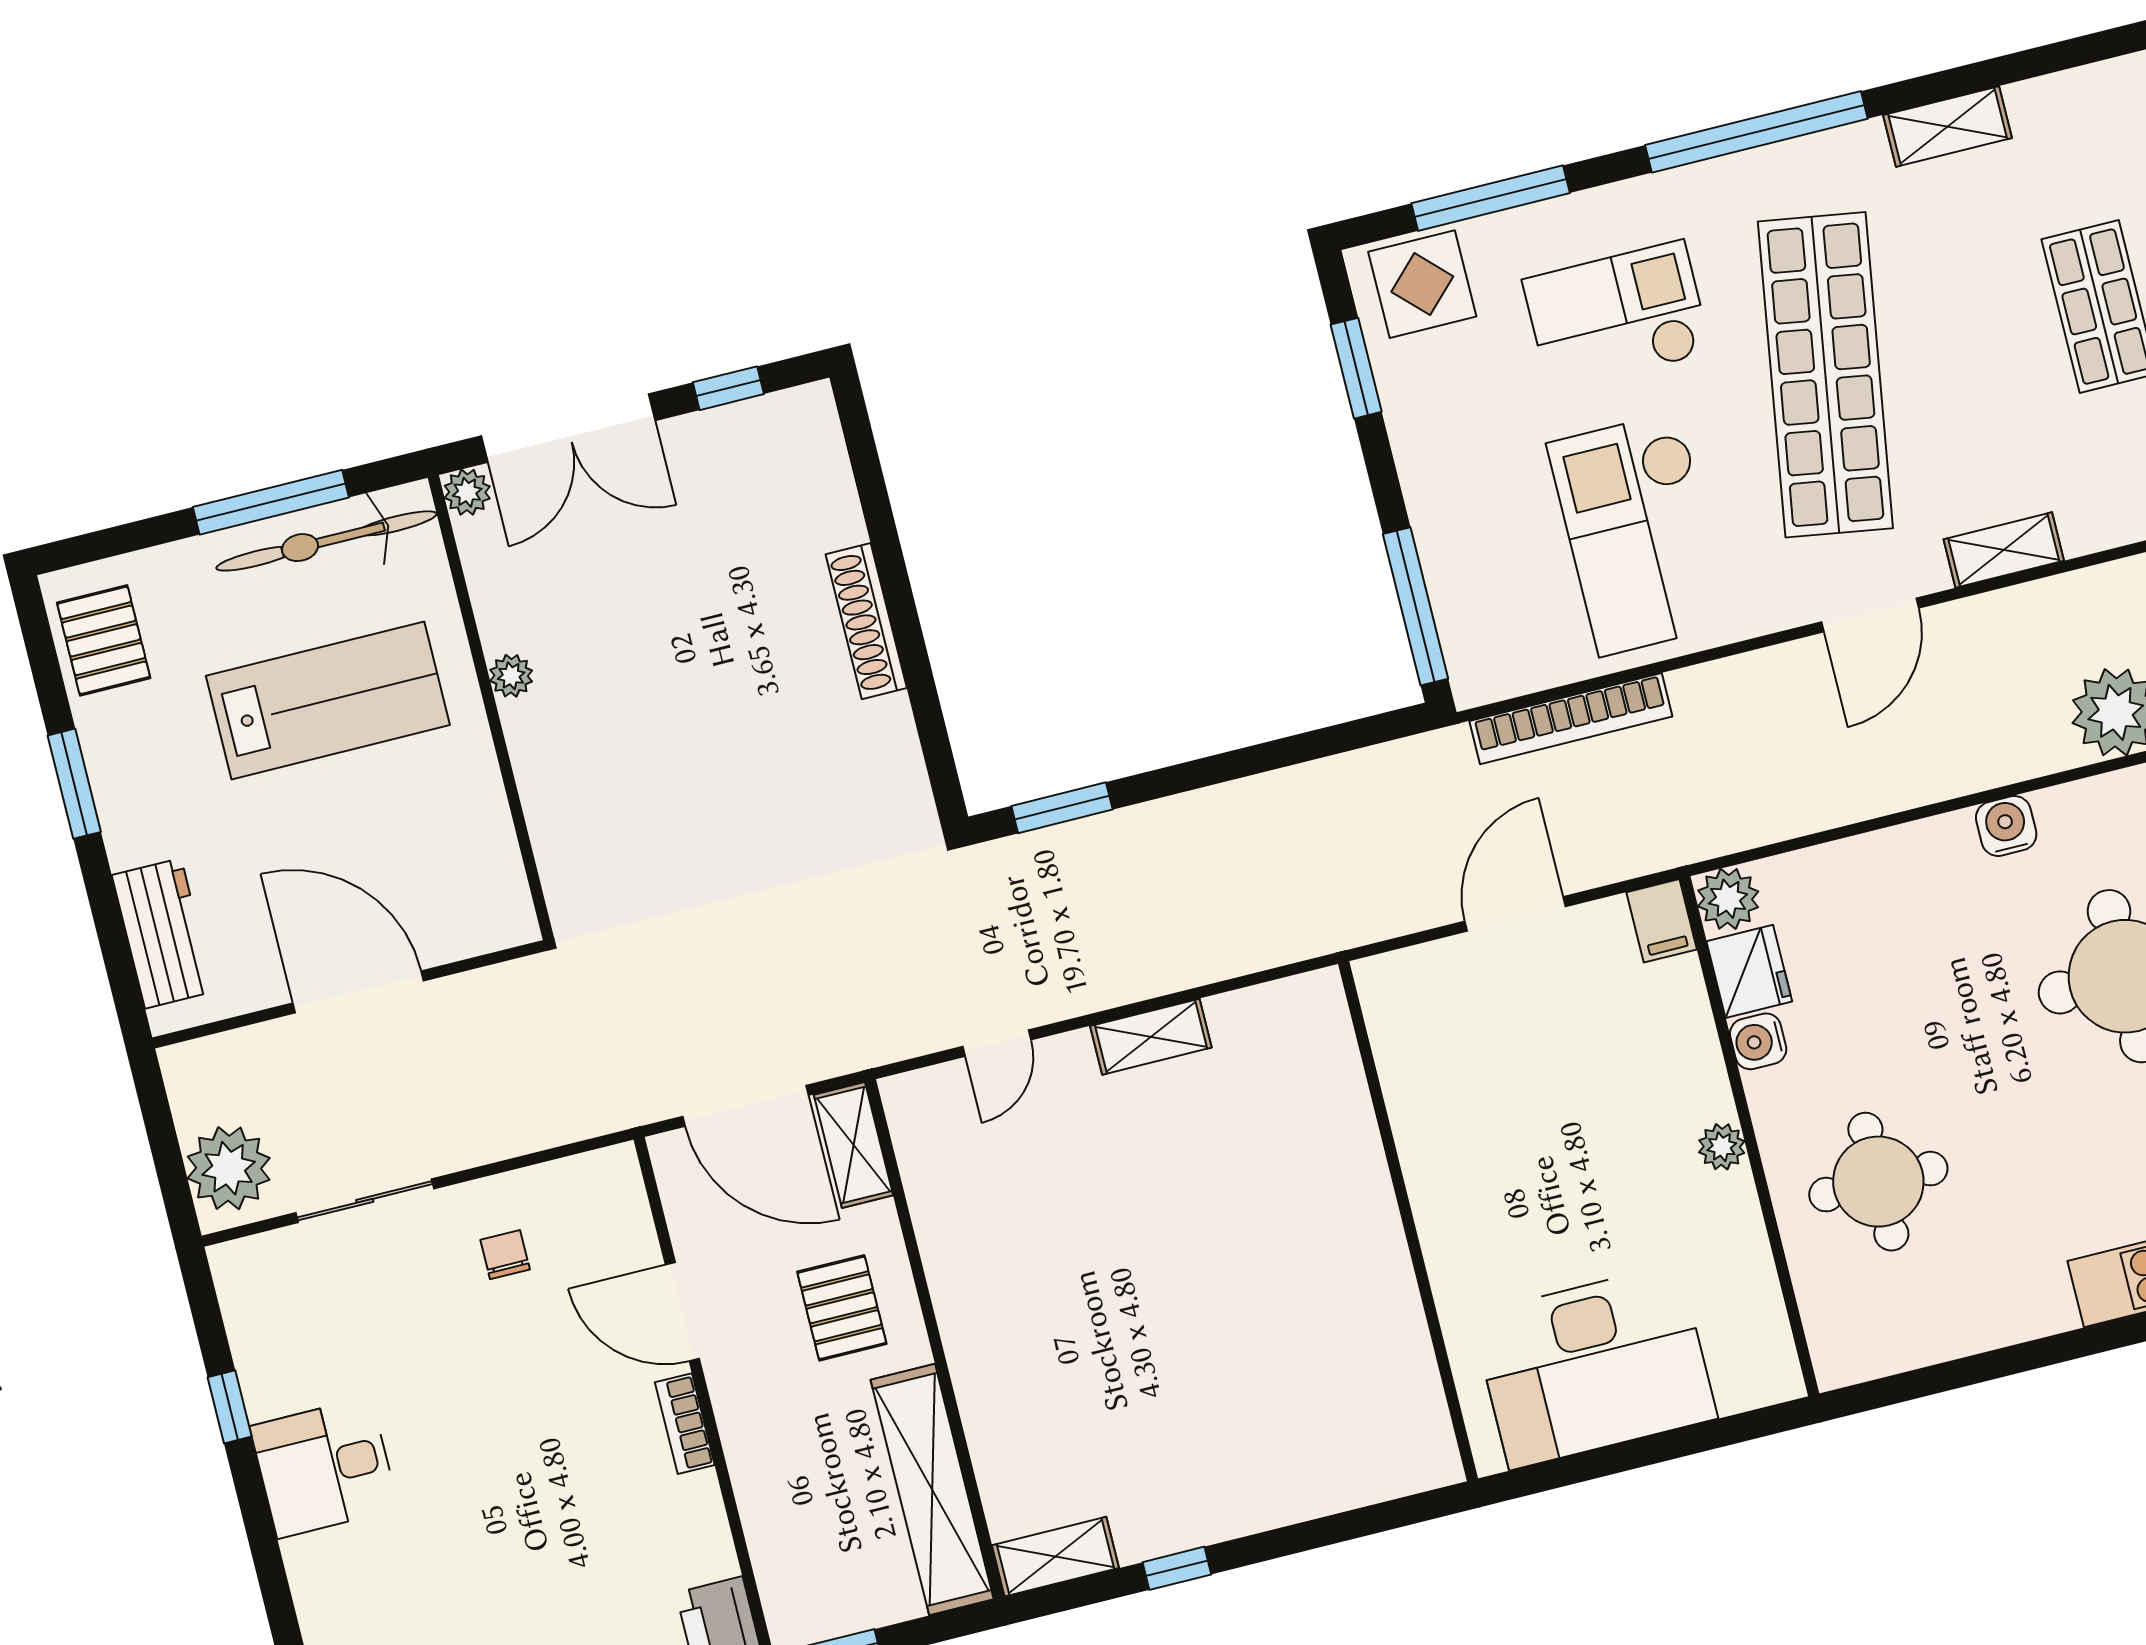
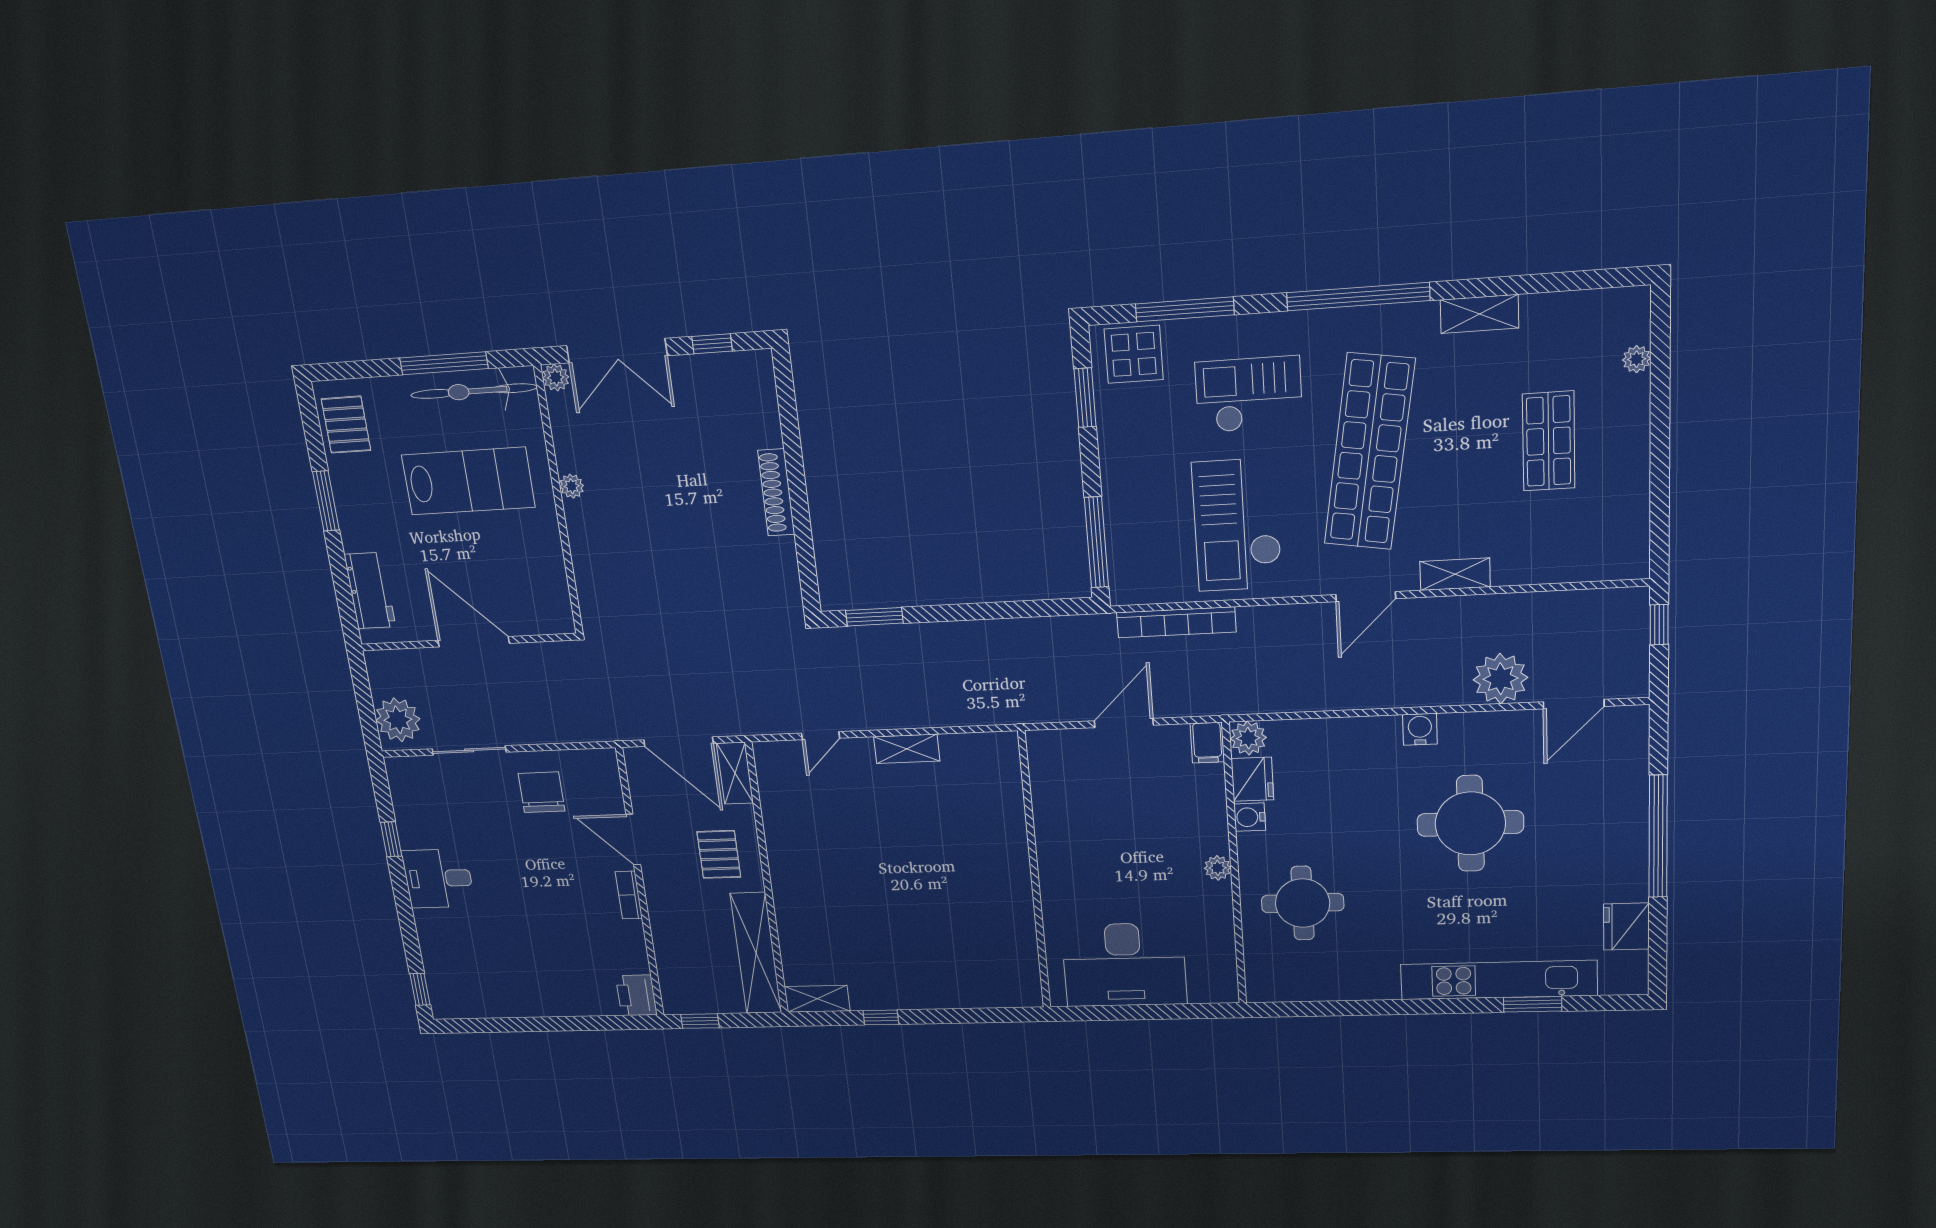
chair: (505, 1255) -> (541, 792), width x1.87, depth x1.87

